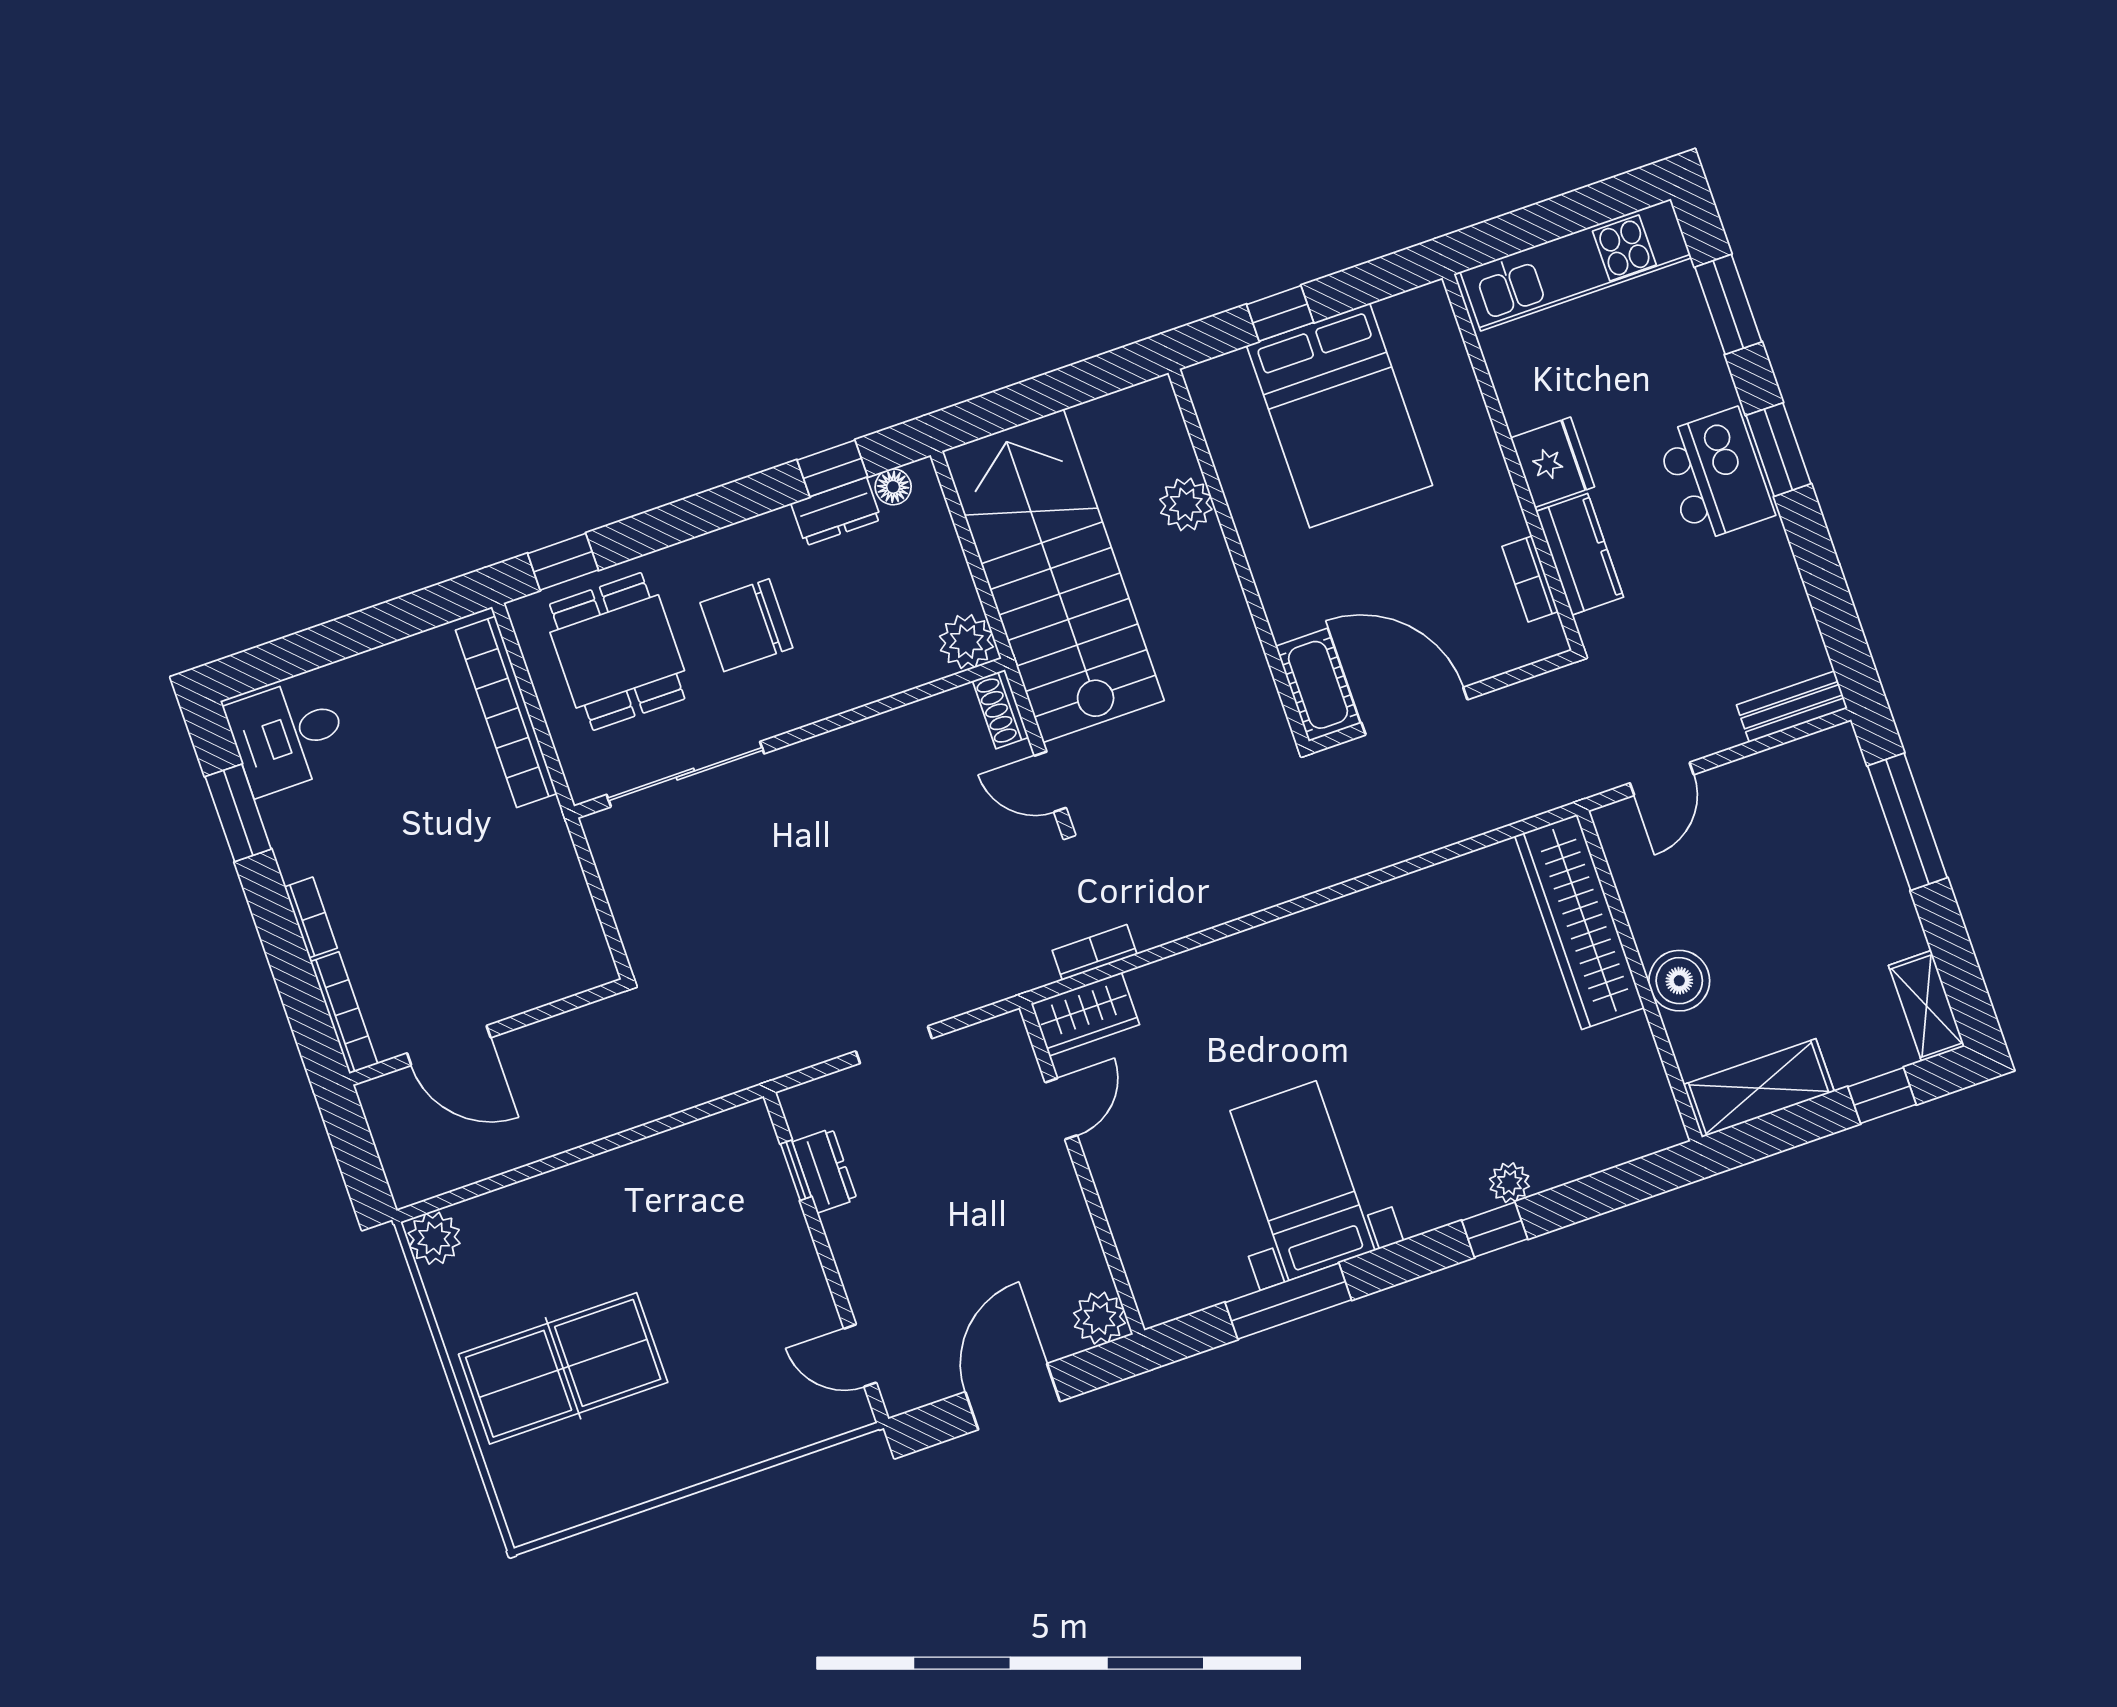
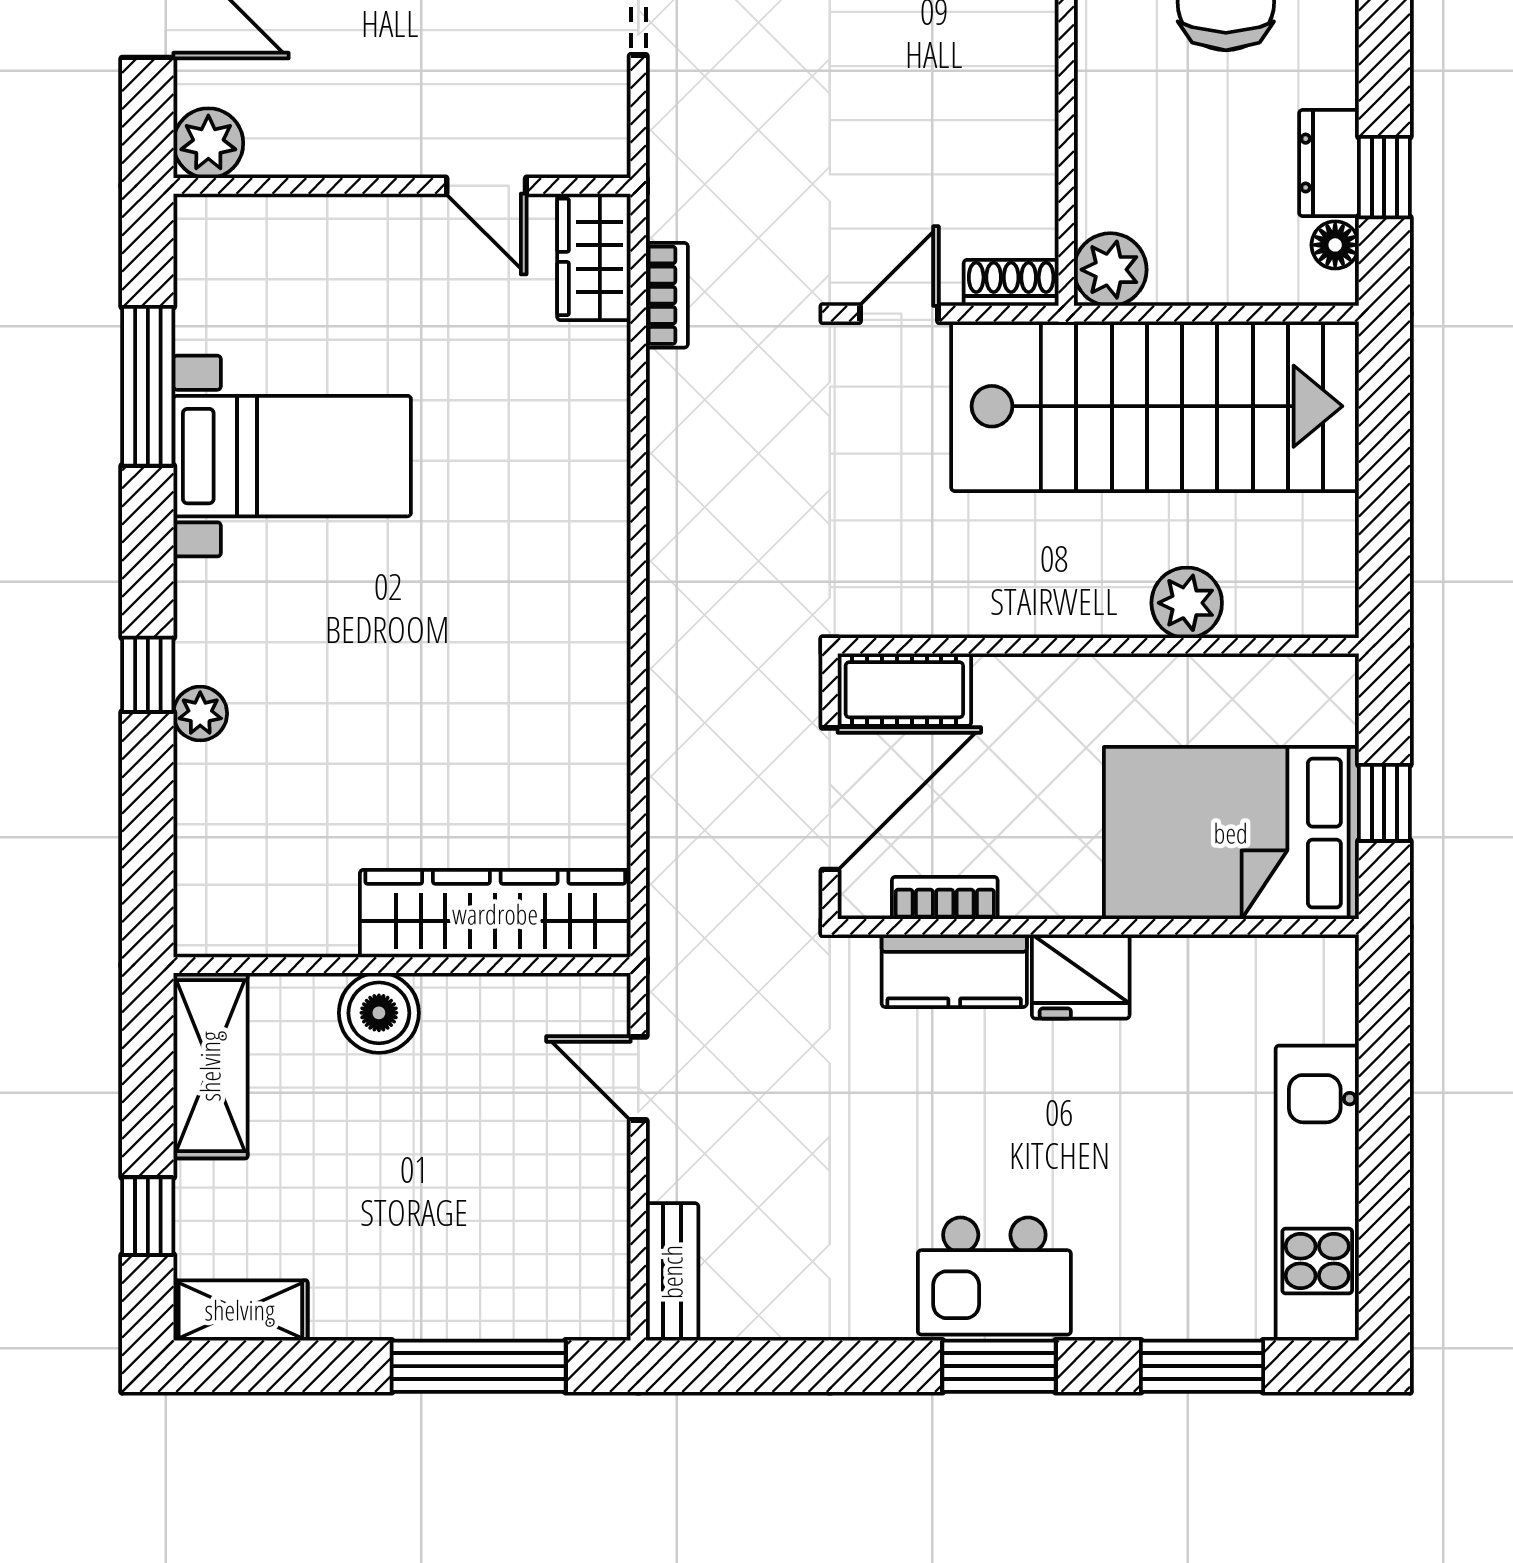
wall: (1513, 462) -> (1098, 927), moved
fridge: (1553, 462) -> (1081, 977), moved
kitchen counter: (1580, 554) -> (954, 971), moved
bookcase: (1530, 579) -> (945, 898), moved

